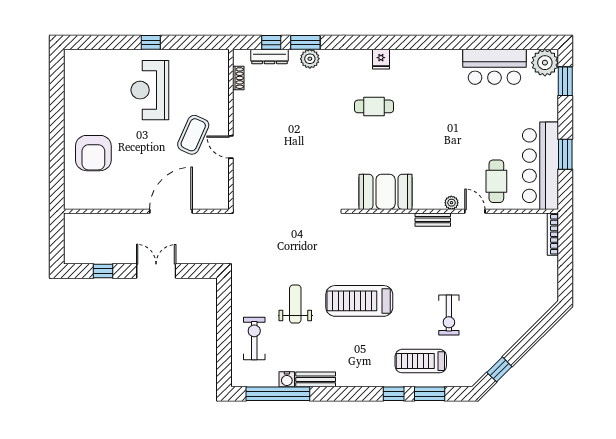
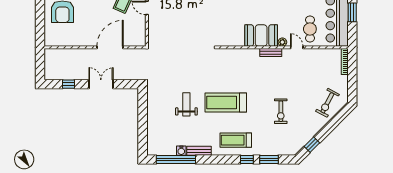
booth: (386, 192) -> (261, 35), moved
exercise bike: (254, 339) -> (327, 103), moved, turned -152
treadmill: (421, 361) -> (236, 140), moved

